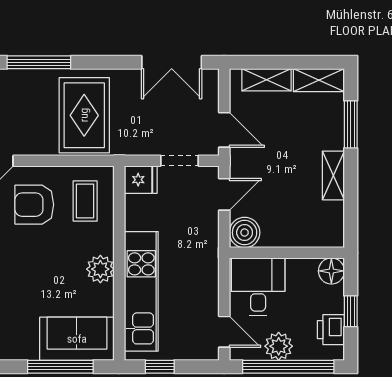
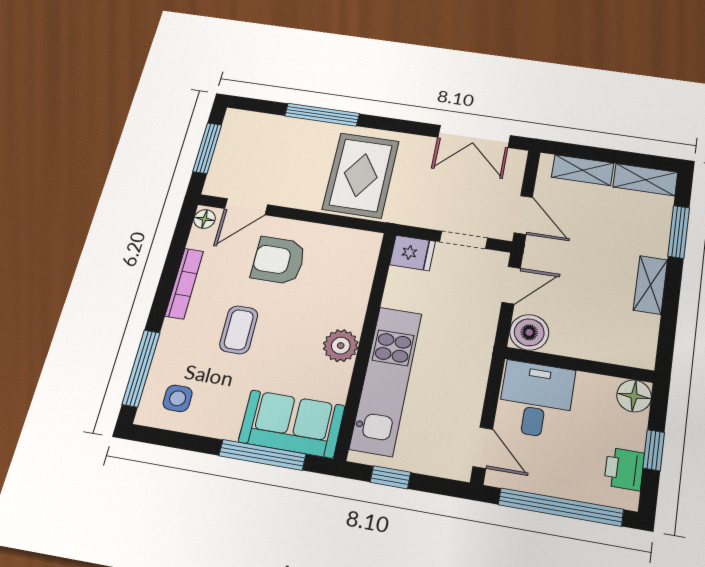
coffee table: (85, 201) -> (239, 330), moved
plant: (279, 346) -> (552, 478), removed

